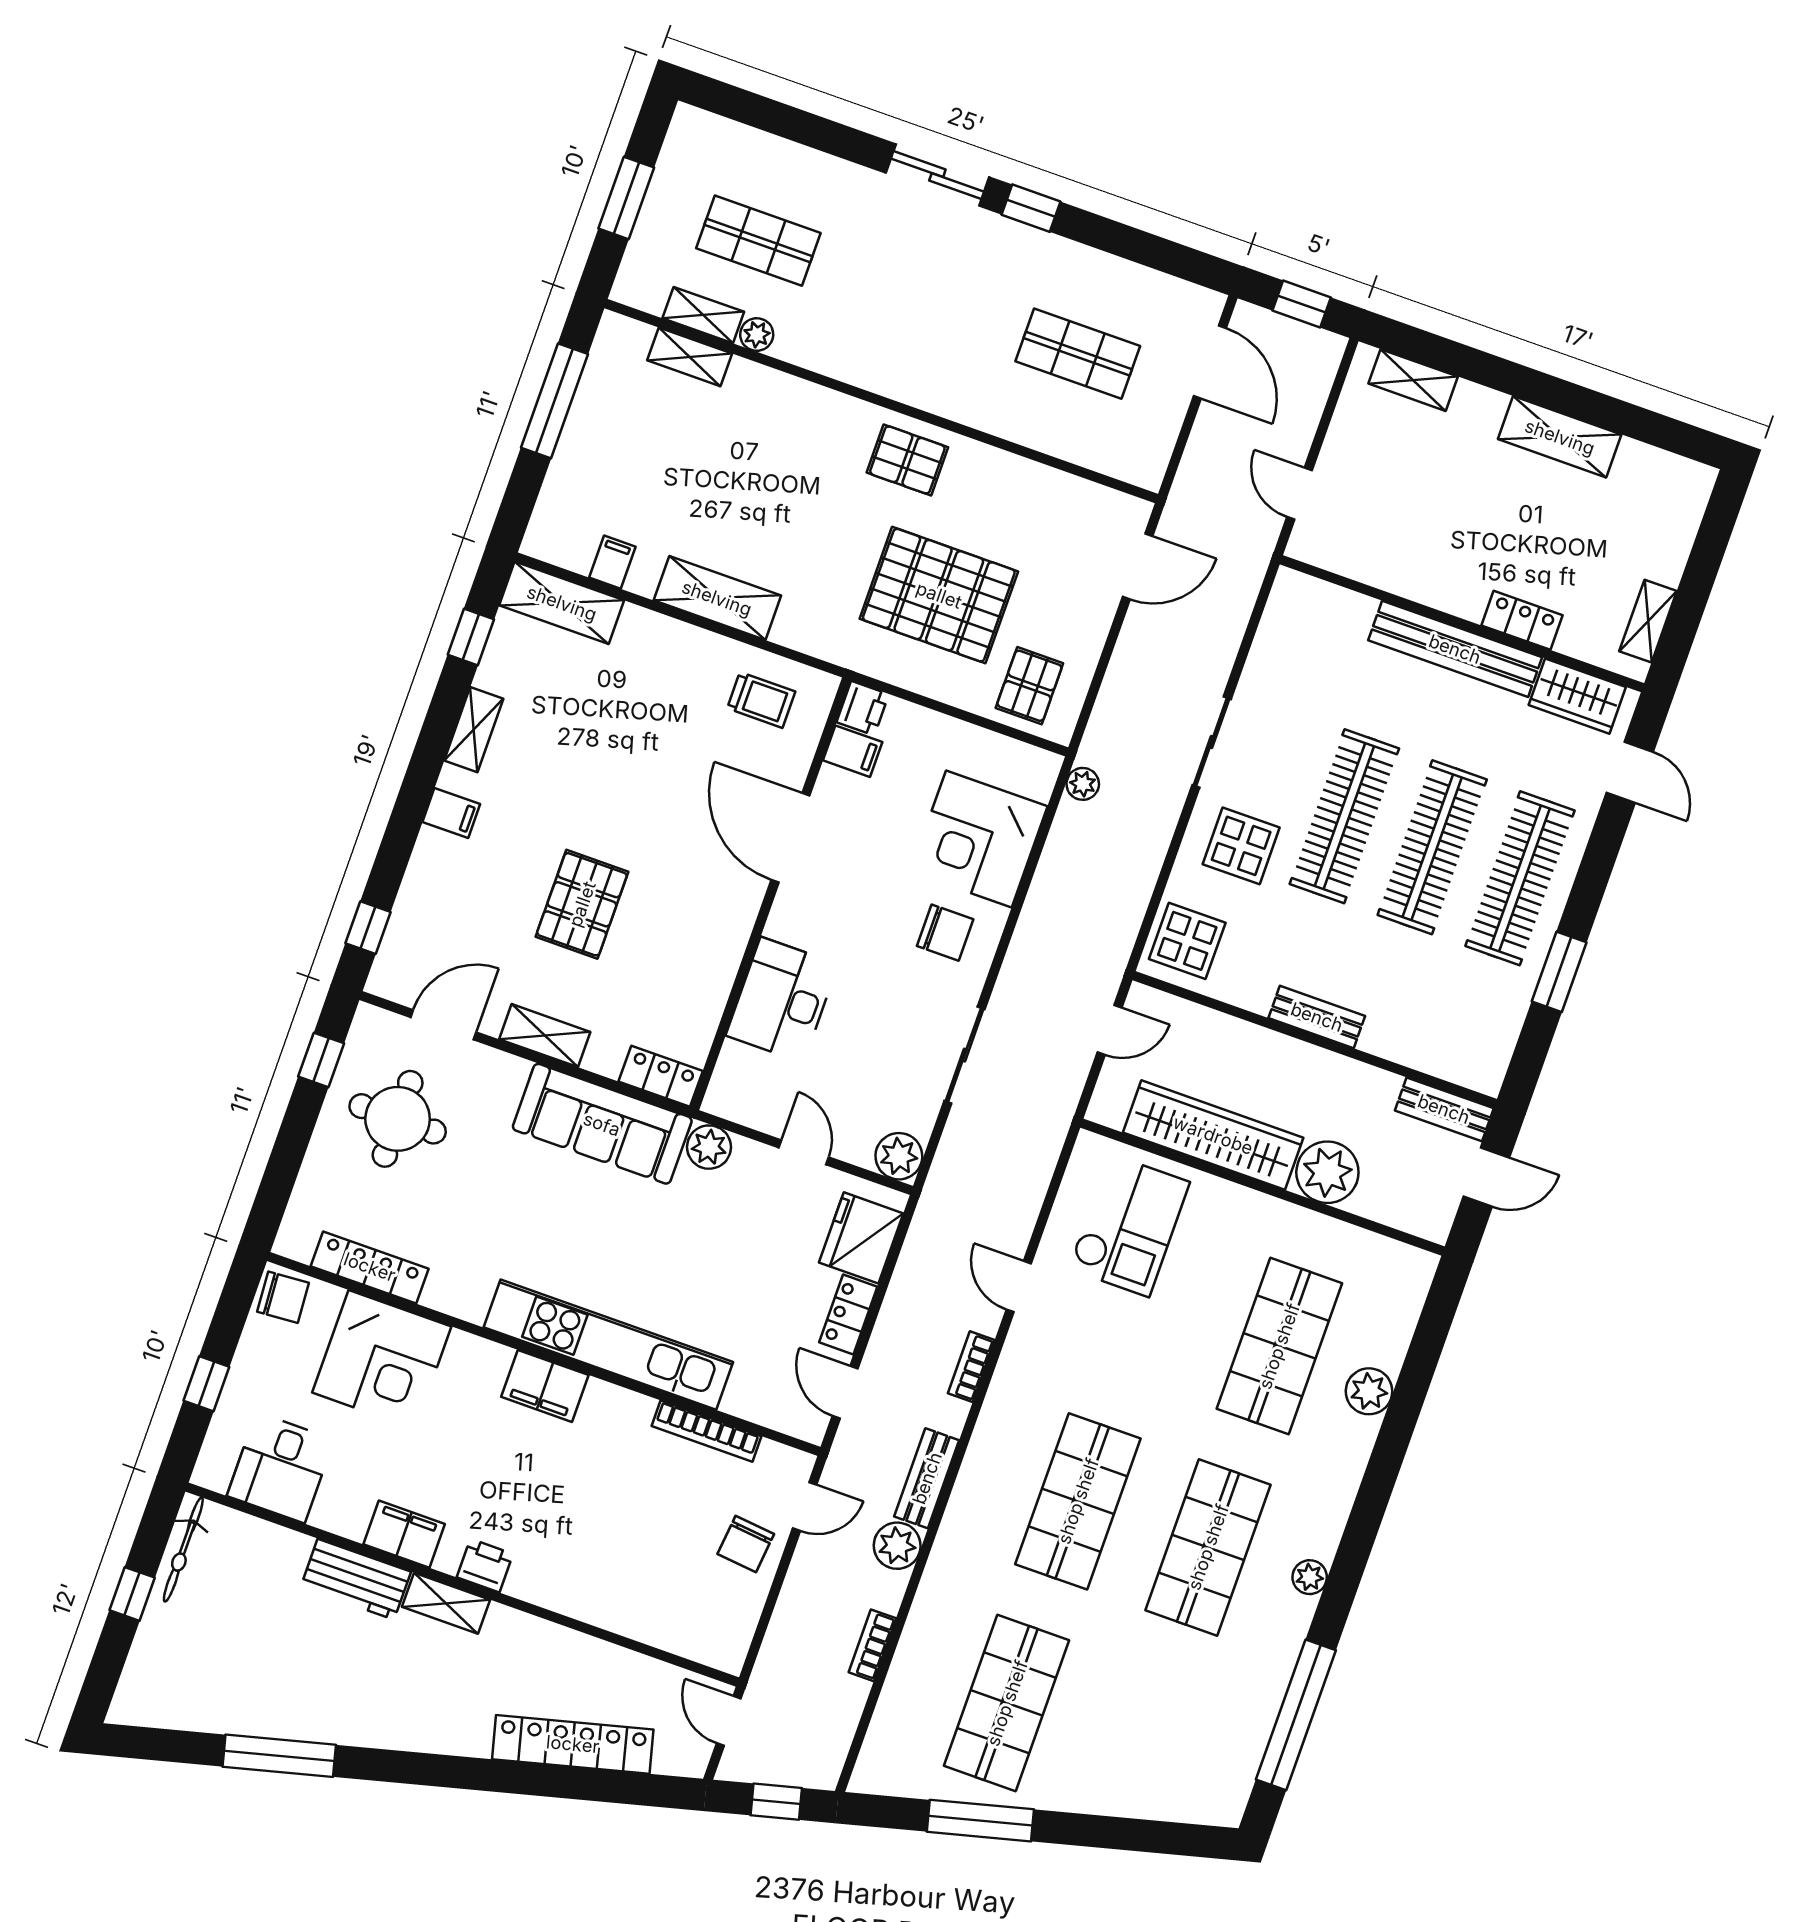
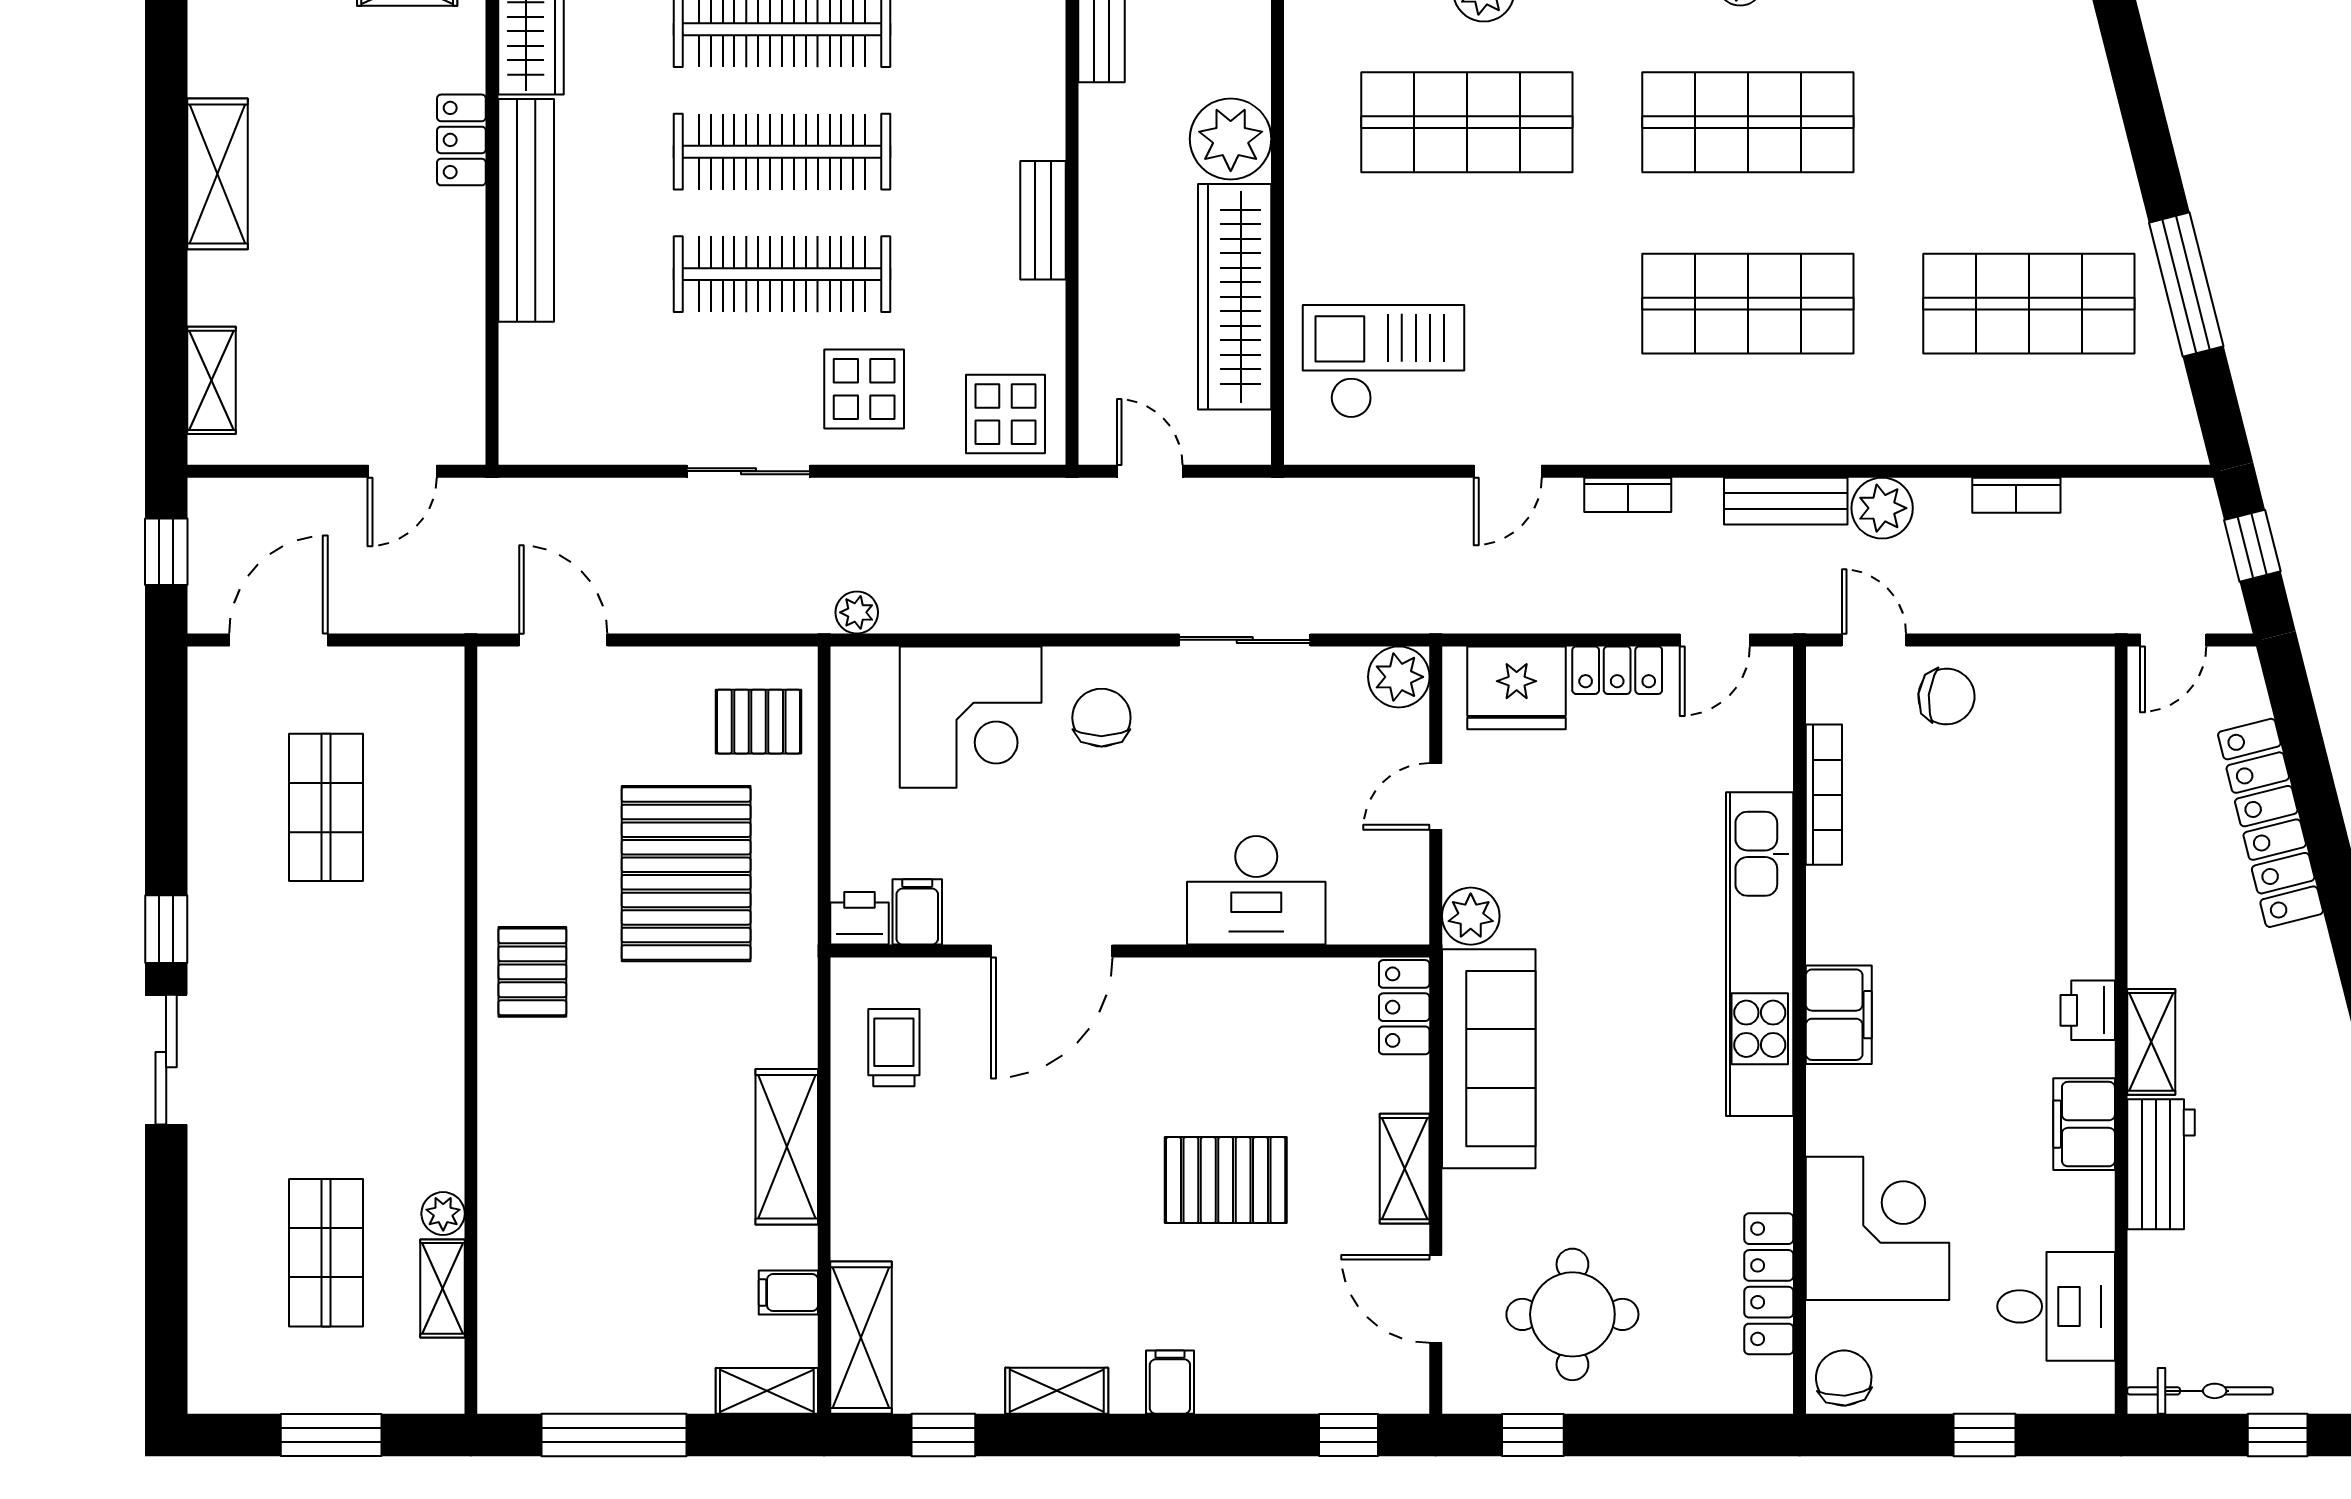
shelving: (690, 357) -> (767, 1391), moved, turned 90

